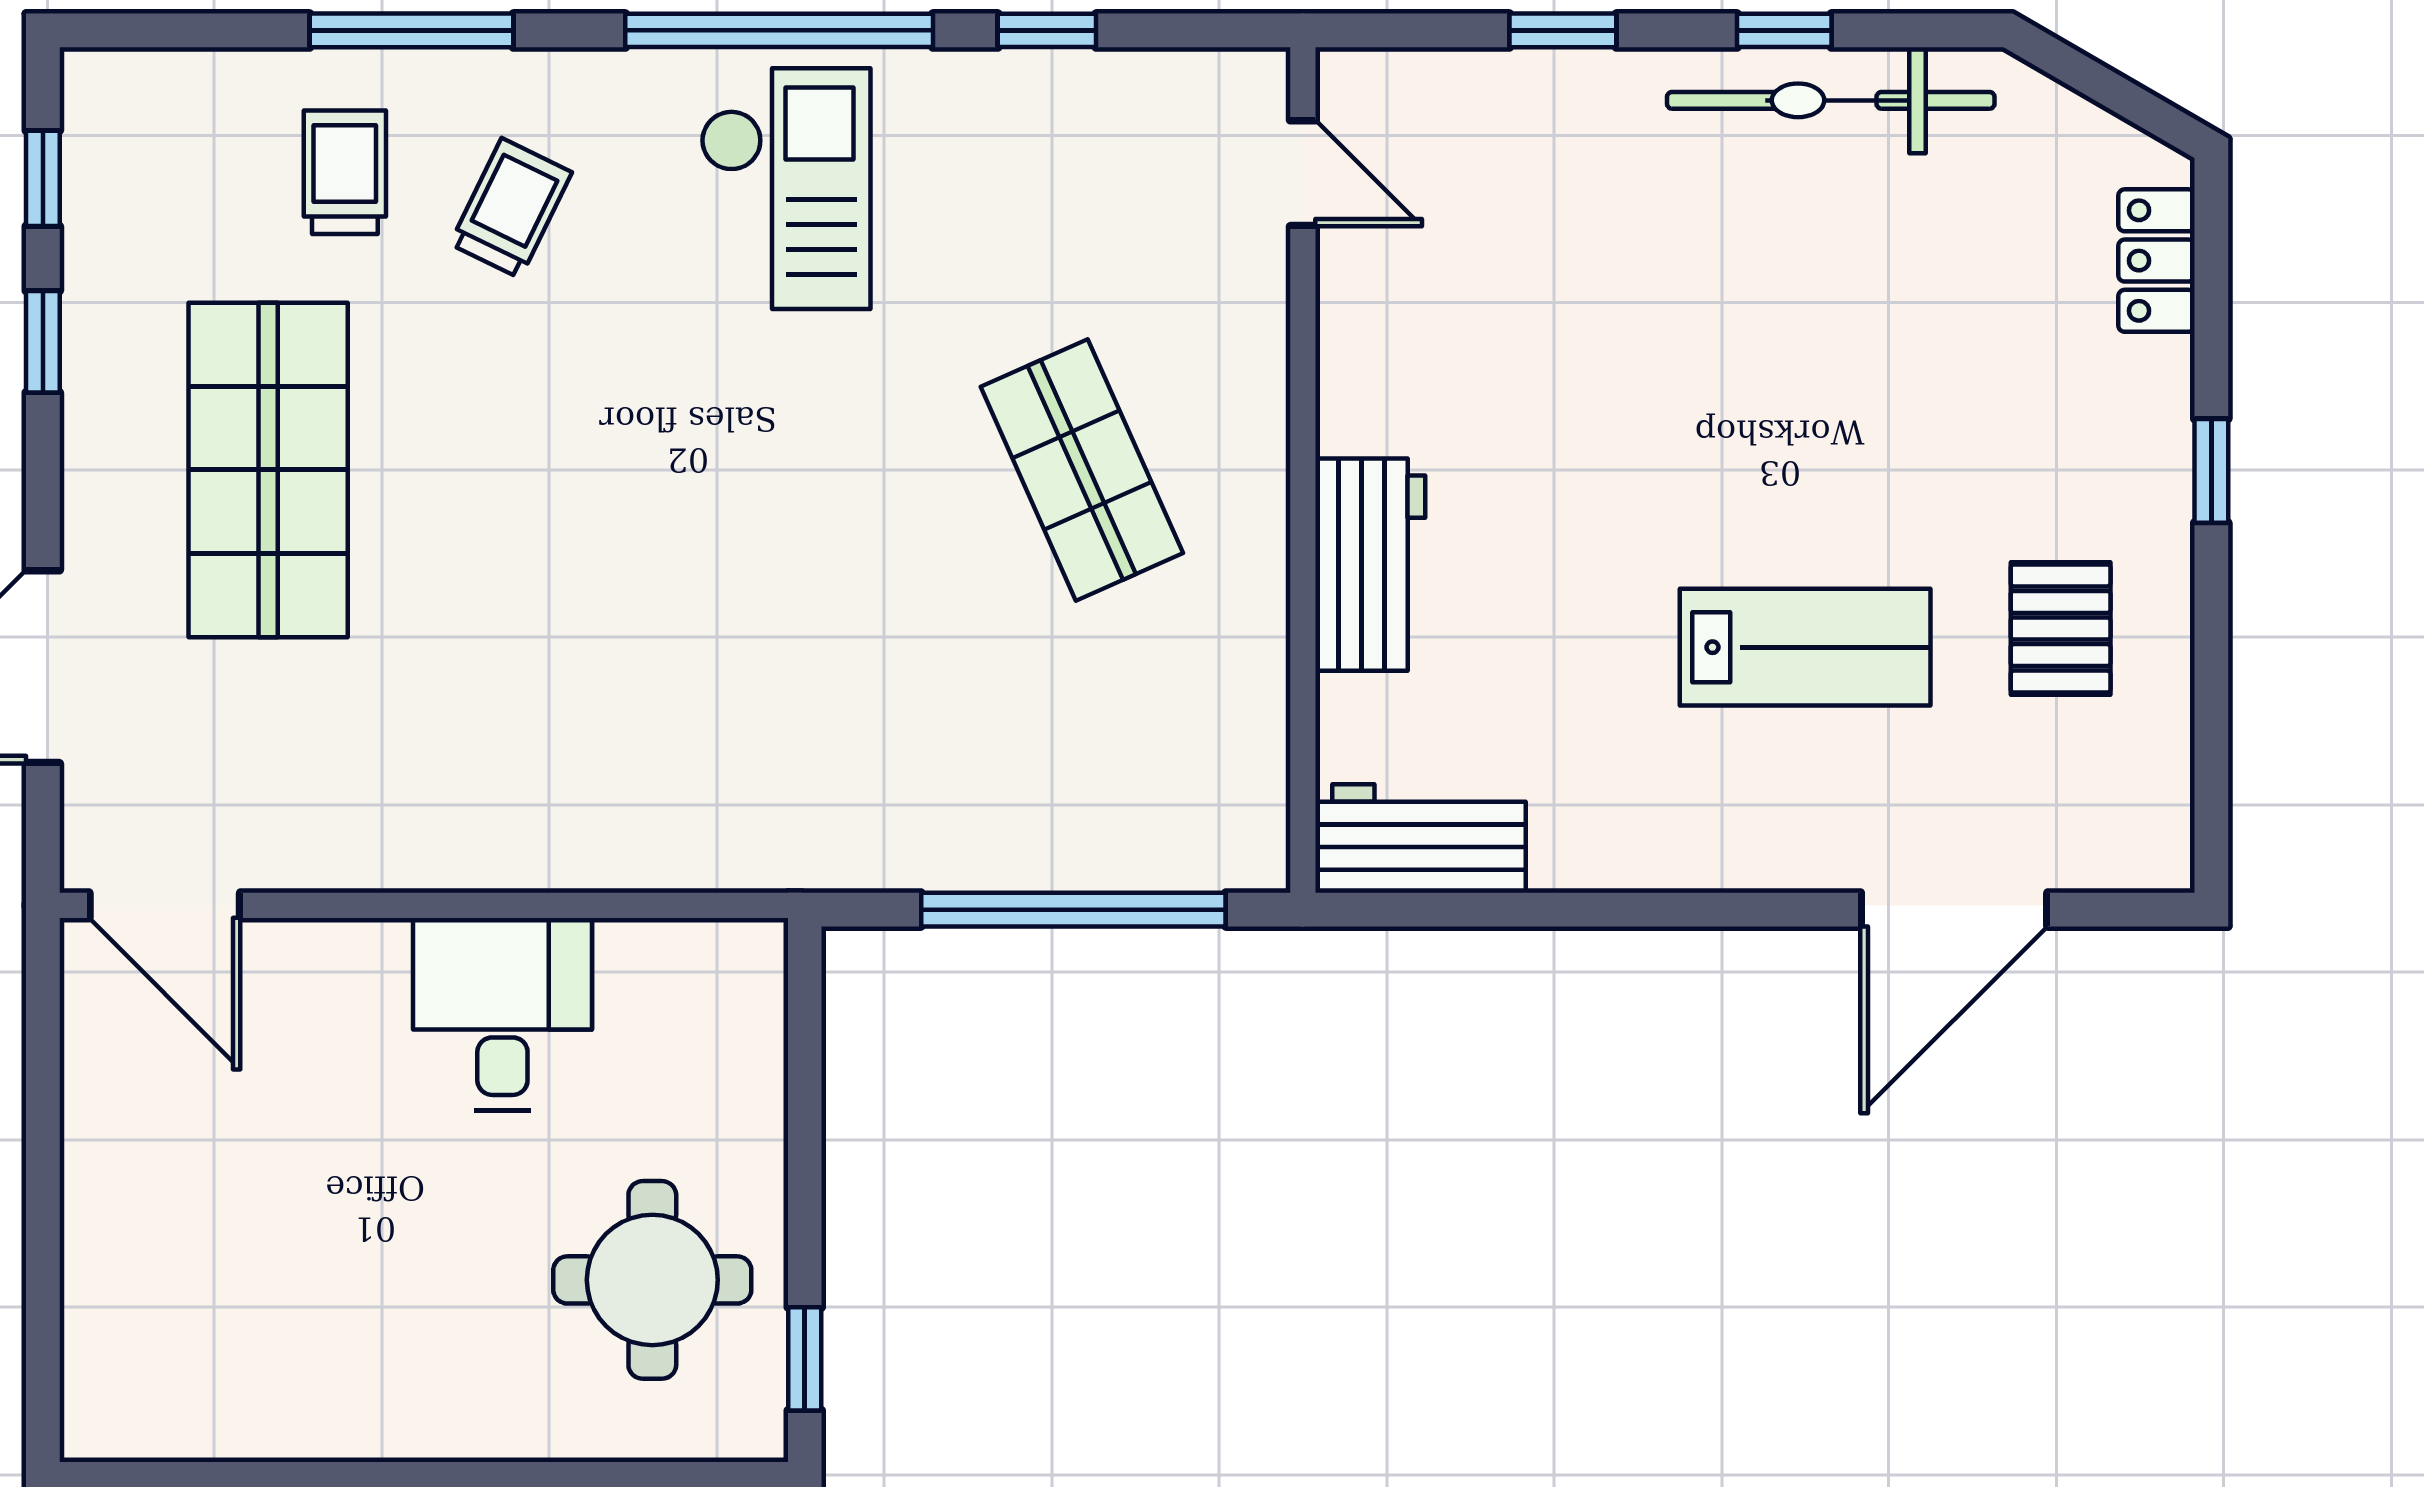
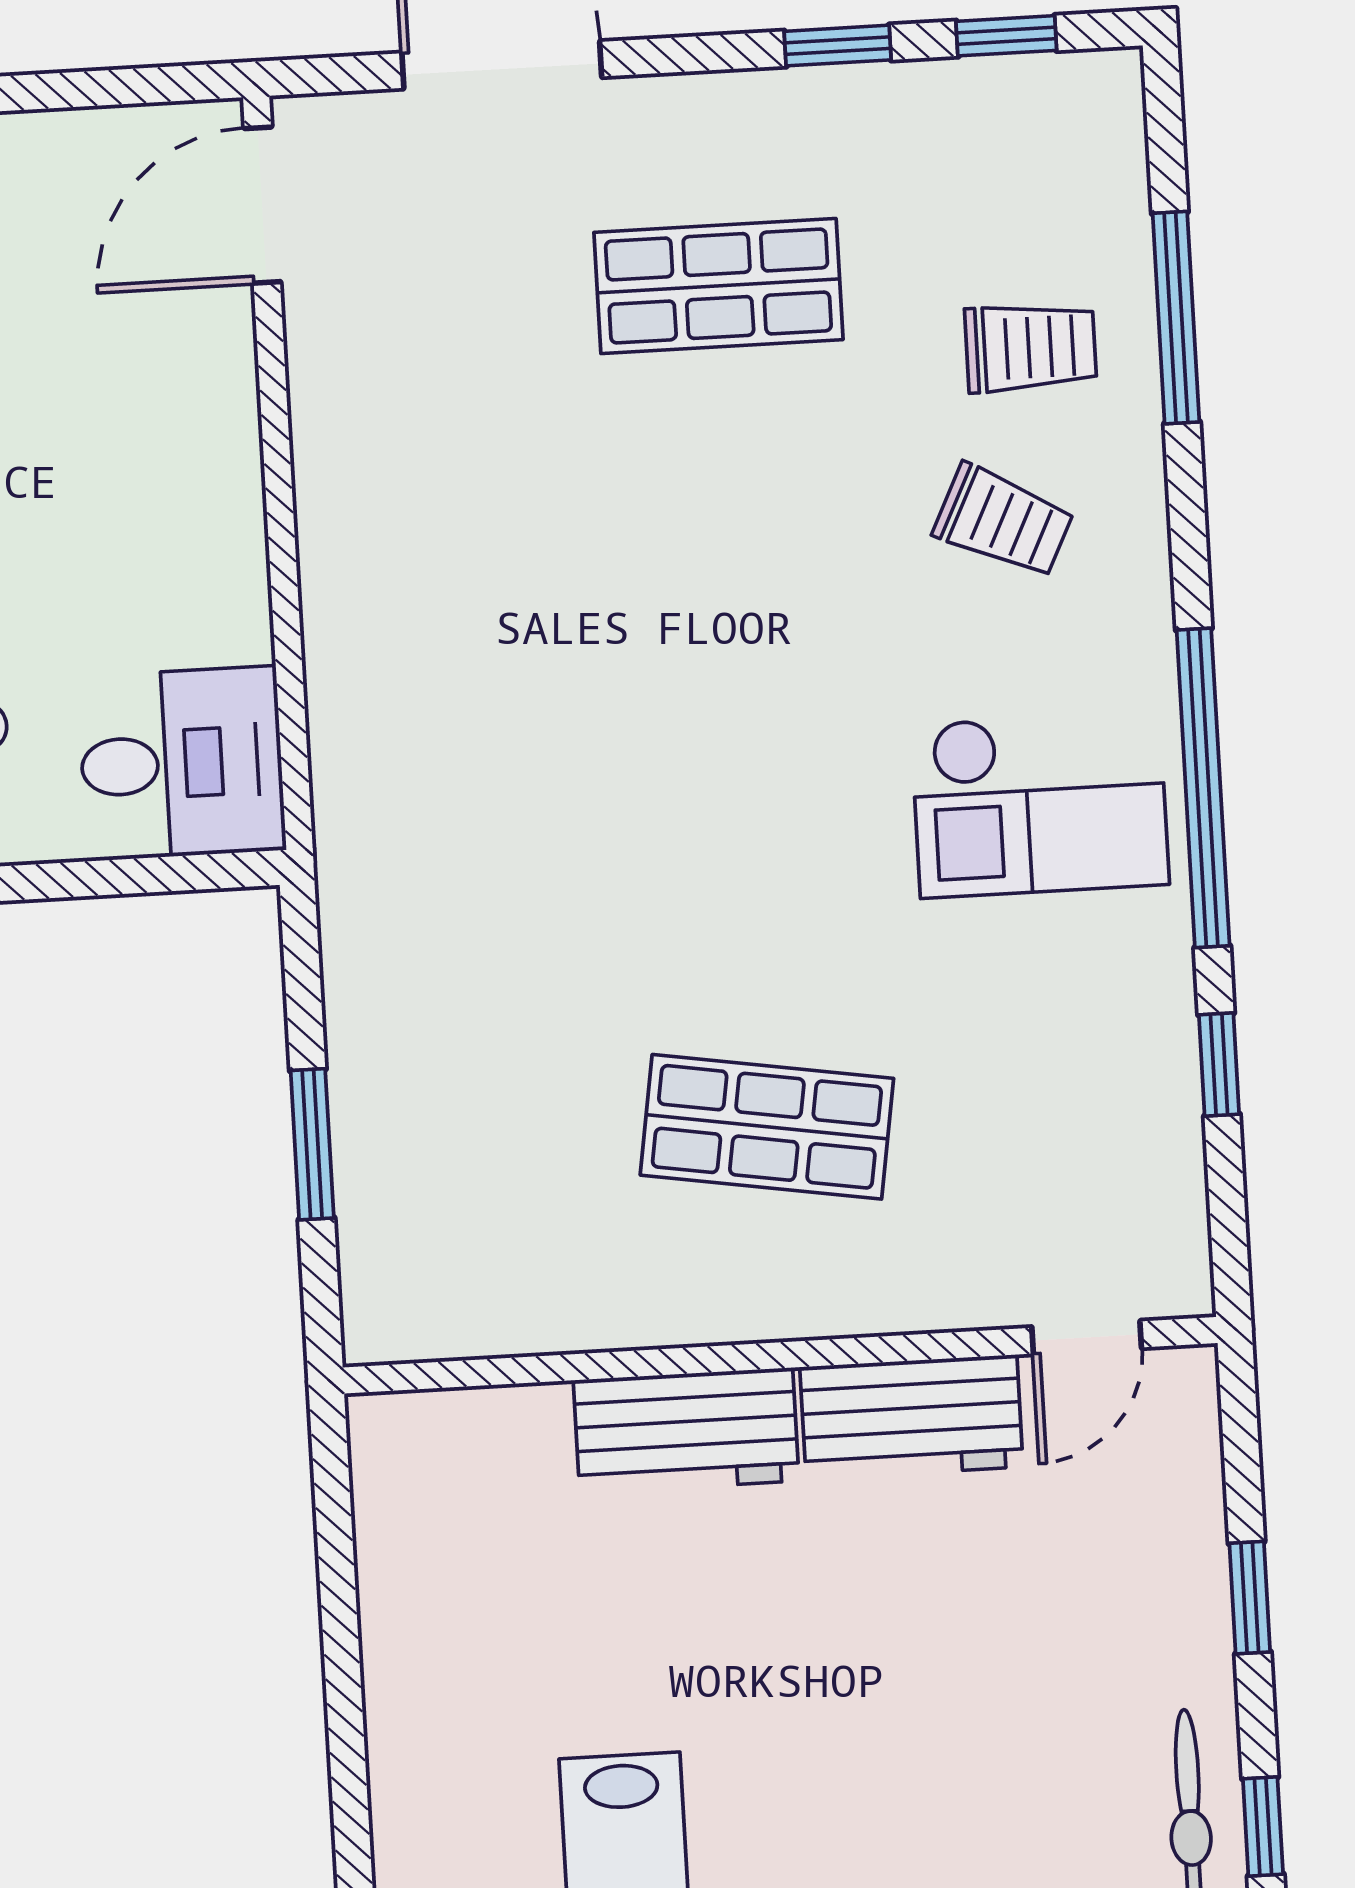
window: (412, 30) -> (1176, 318), moved
shop shelf: (268, 470) -> (718, 286), width x0.70, depth x0.74
shop shelf: (1082, 470) -> (767, 1127), turned 33
workbench: (1421, 839) -> (911, 1417), moved, turned 90
window: (1073, 910) -> (312, 1144), width x0.47
desk: (502, 1014) -> (182, 763), moved

